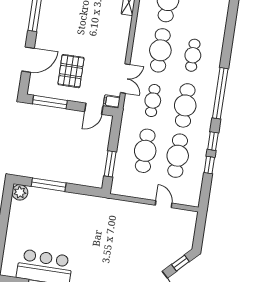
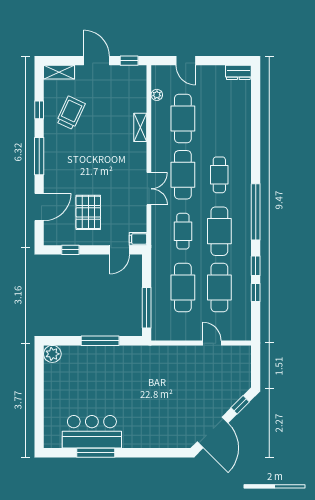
double door: (125, 79) -> (149, 189), moved
window: (50, 102) -> (70, 250), width x0.46
window: (110, 164) -> (147, 308), width x1.44
window: (49, 185) -> (100, 341), moved

